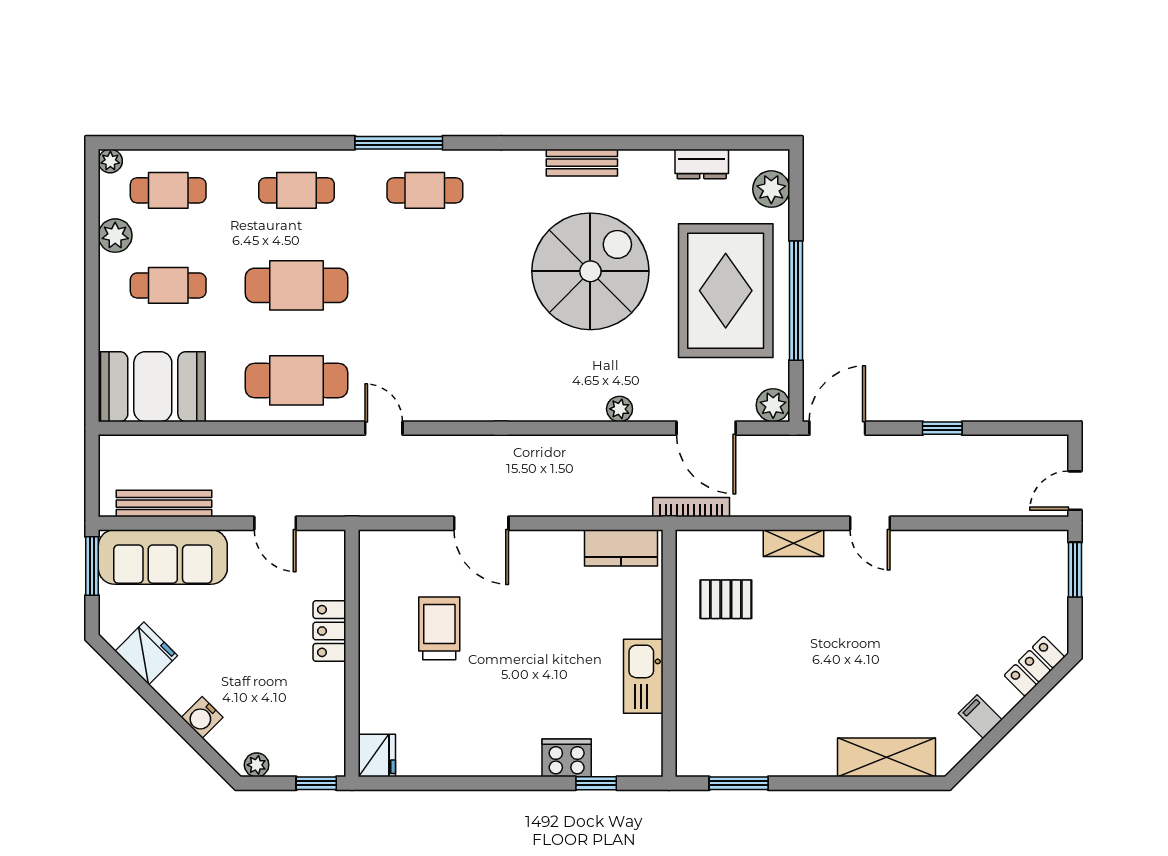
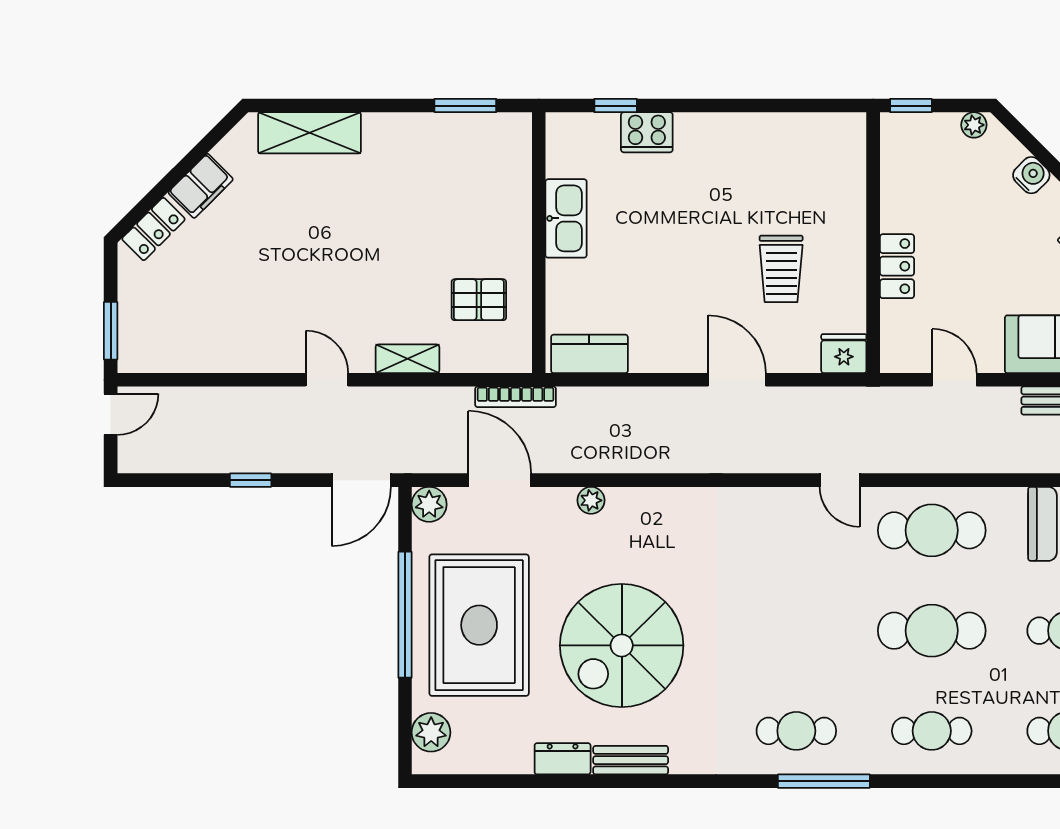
dresser: (702, 164) -> (563, 759), moved
filing cabinet: (980, 717) -> (201, 186), width x2.00
fridge: (377, 755) -> (844, 354), moved, turned 90

